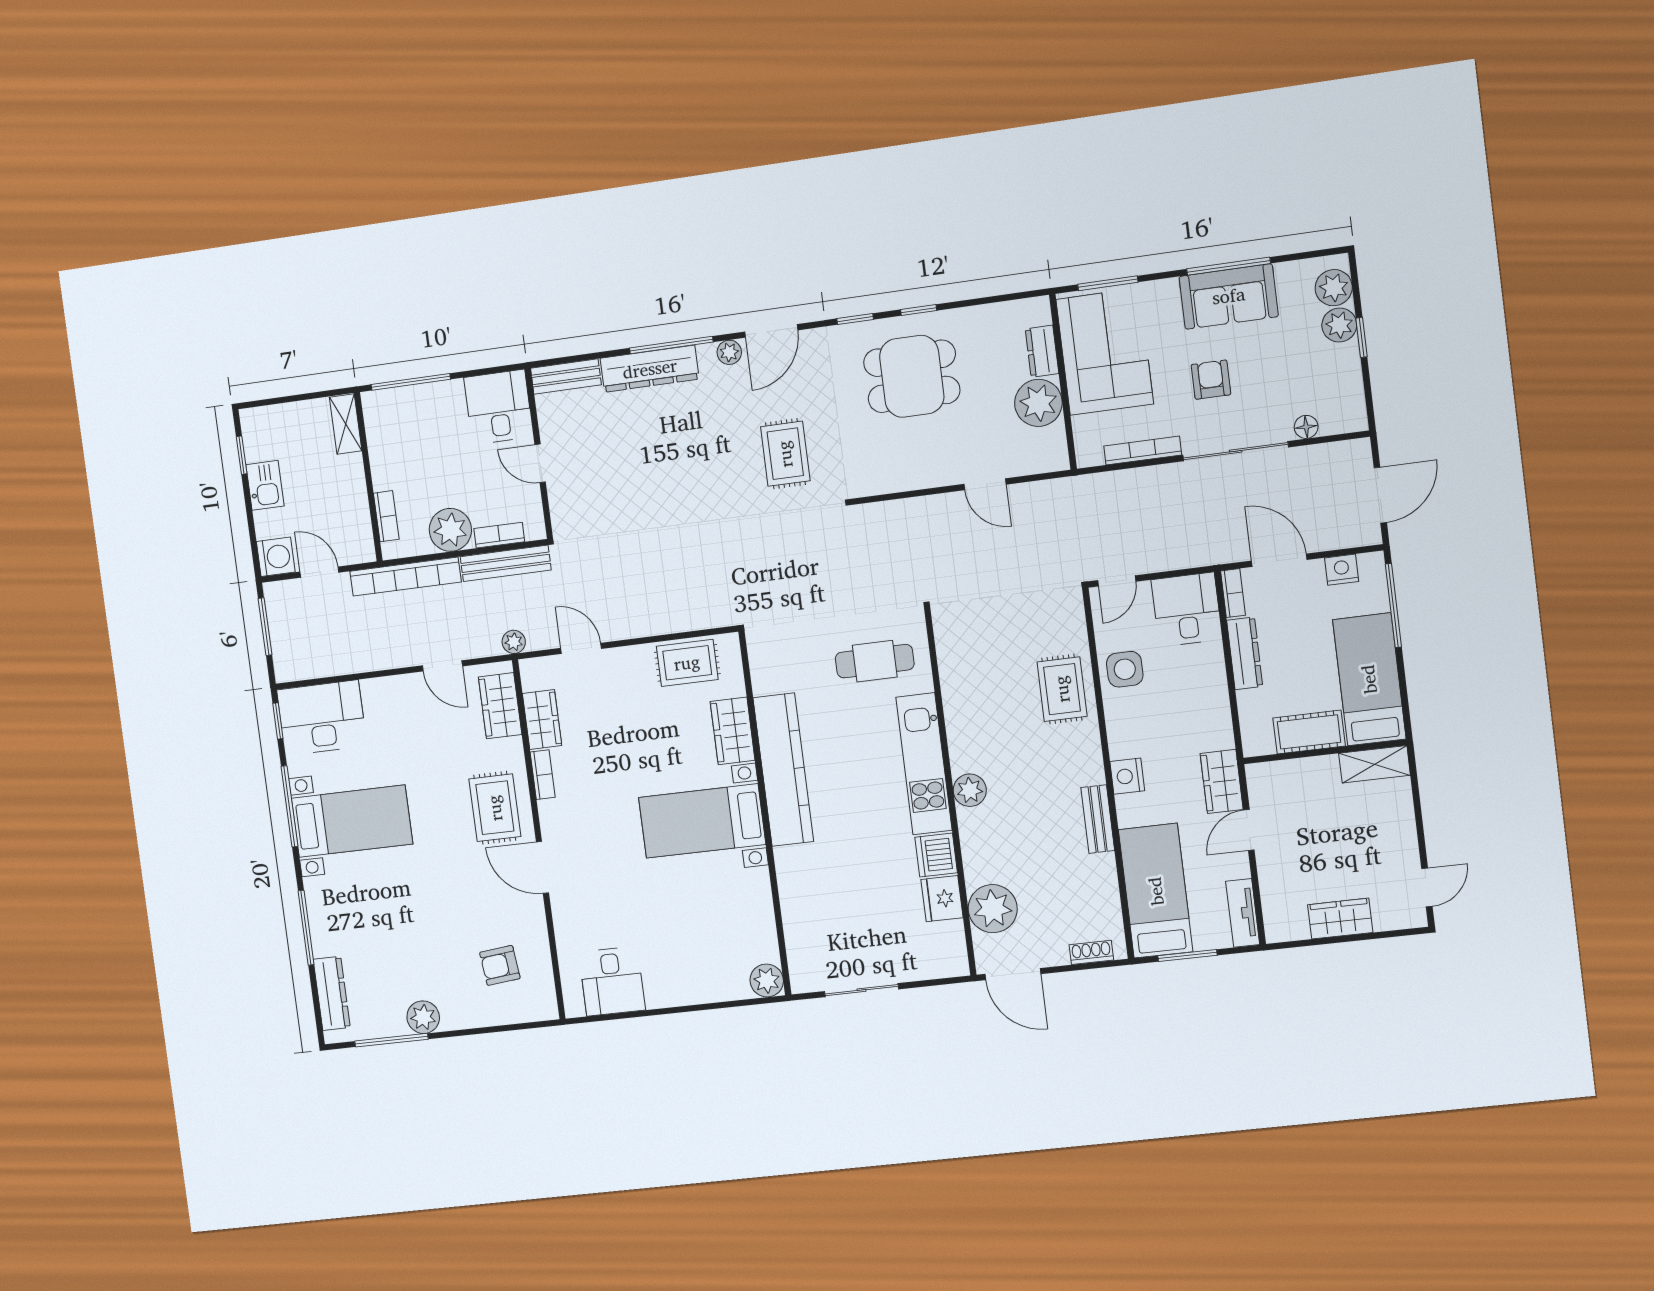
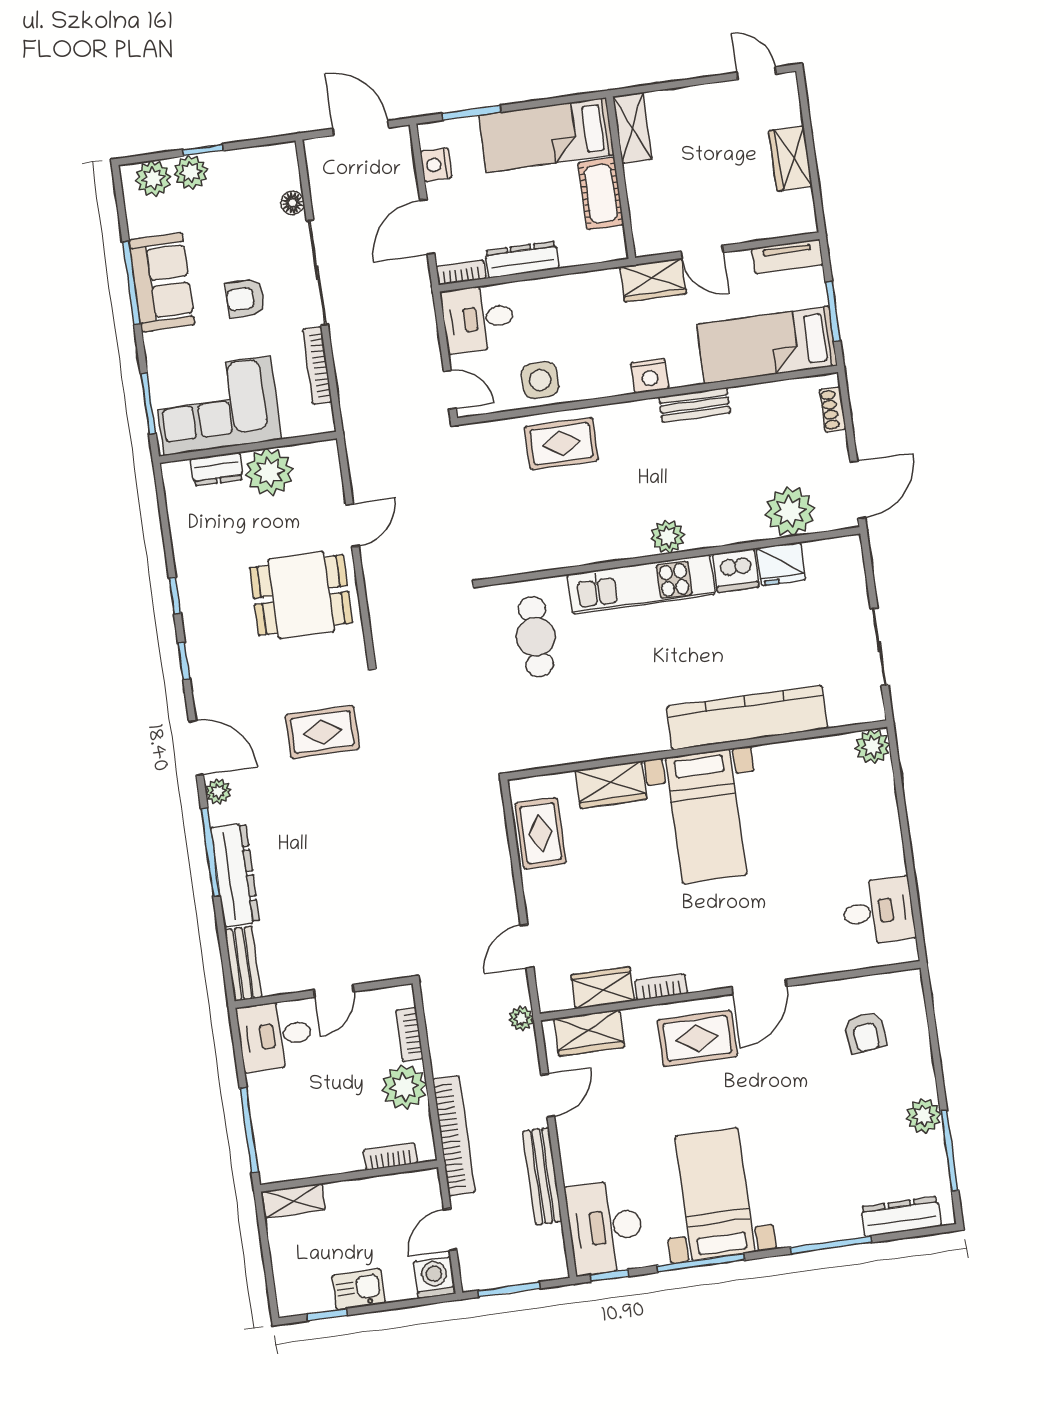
dining table: (912, 376) -> (301, 595), moved, turned 90
bench: (506, 563) -> (542, 1176), moved
window: (1393, 606) -> (472, 113), width x0.69
kitchen counter: (783, 770) -> (747, 718), moved

